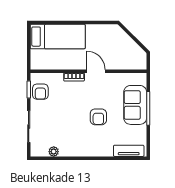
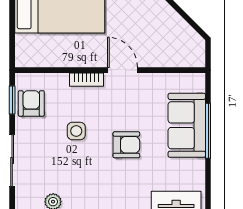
armchair: (40, 92) -> (31, 103), turned 180
side table: (68, 108) -> (76, 131), added
armchair: (98, 117) -> (126, 145), turned -90

